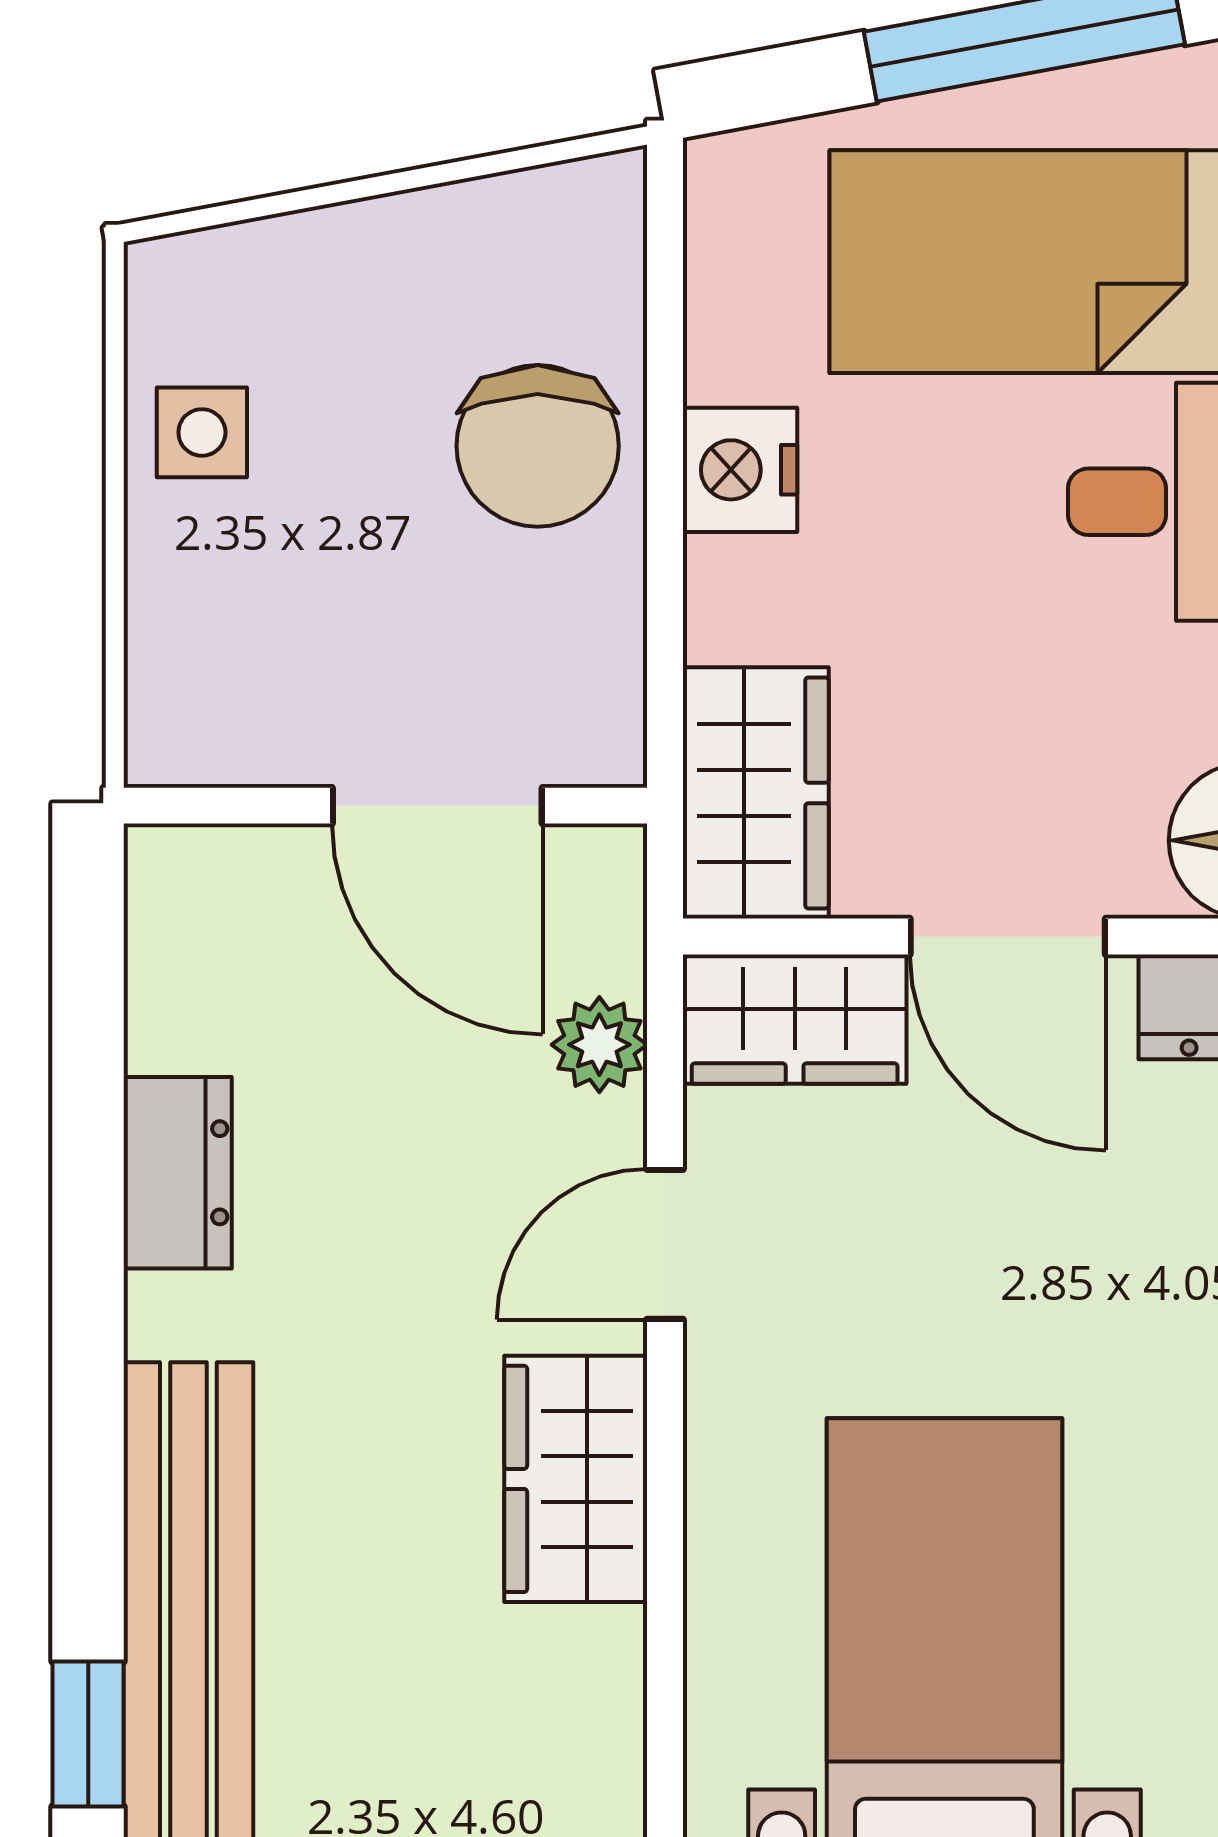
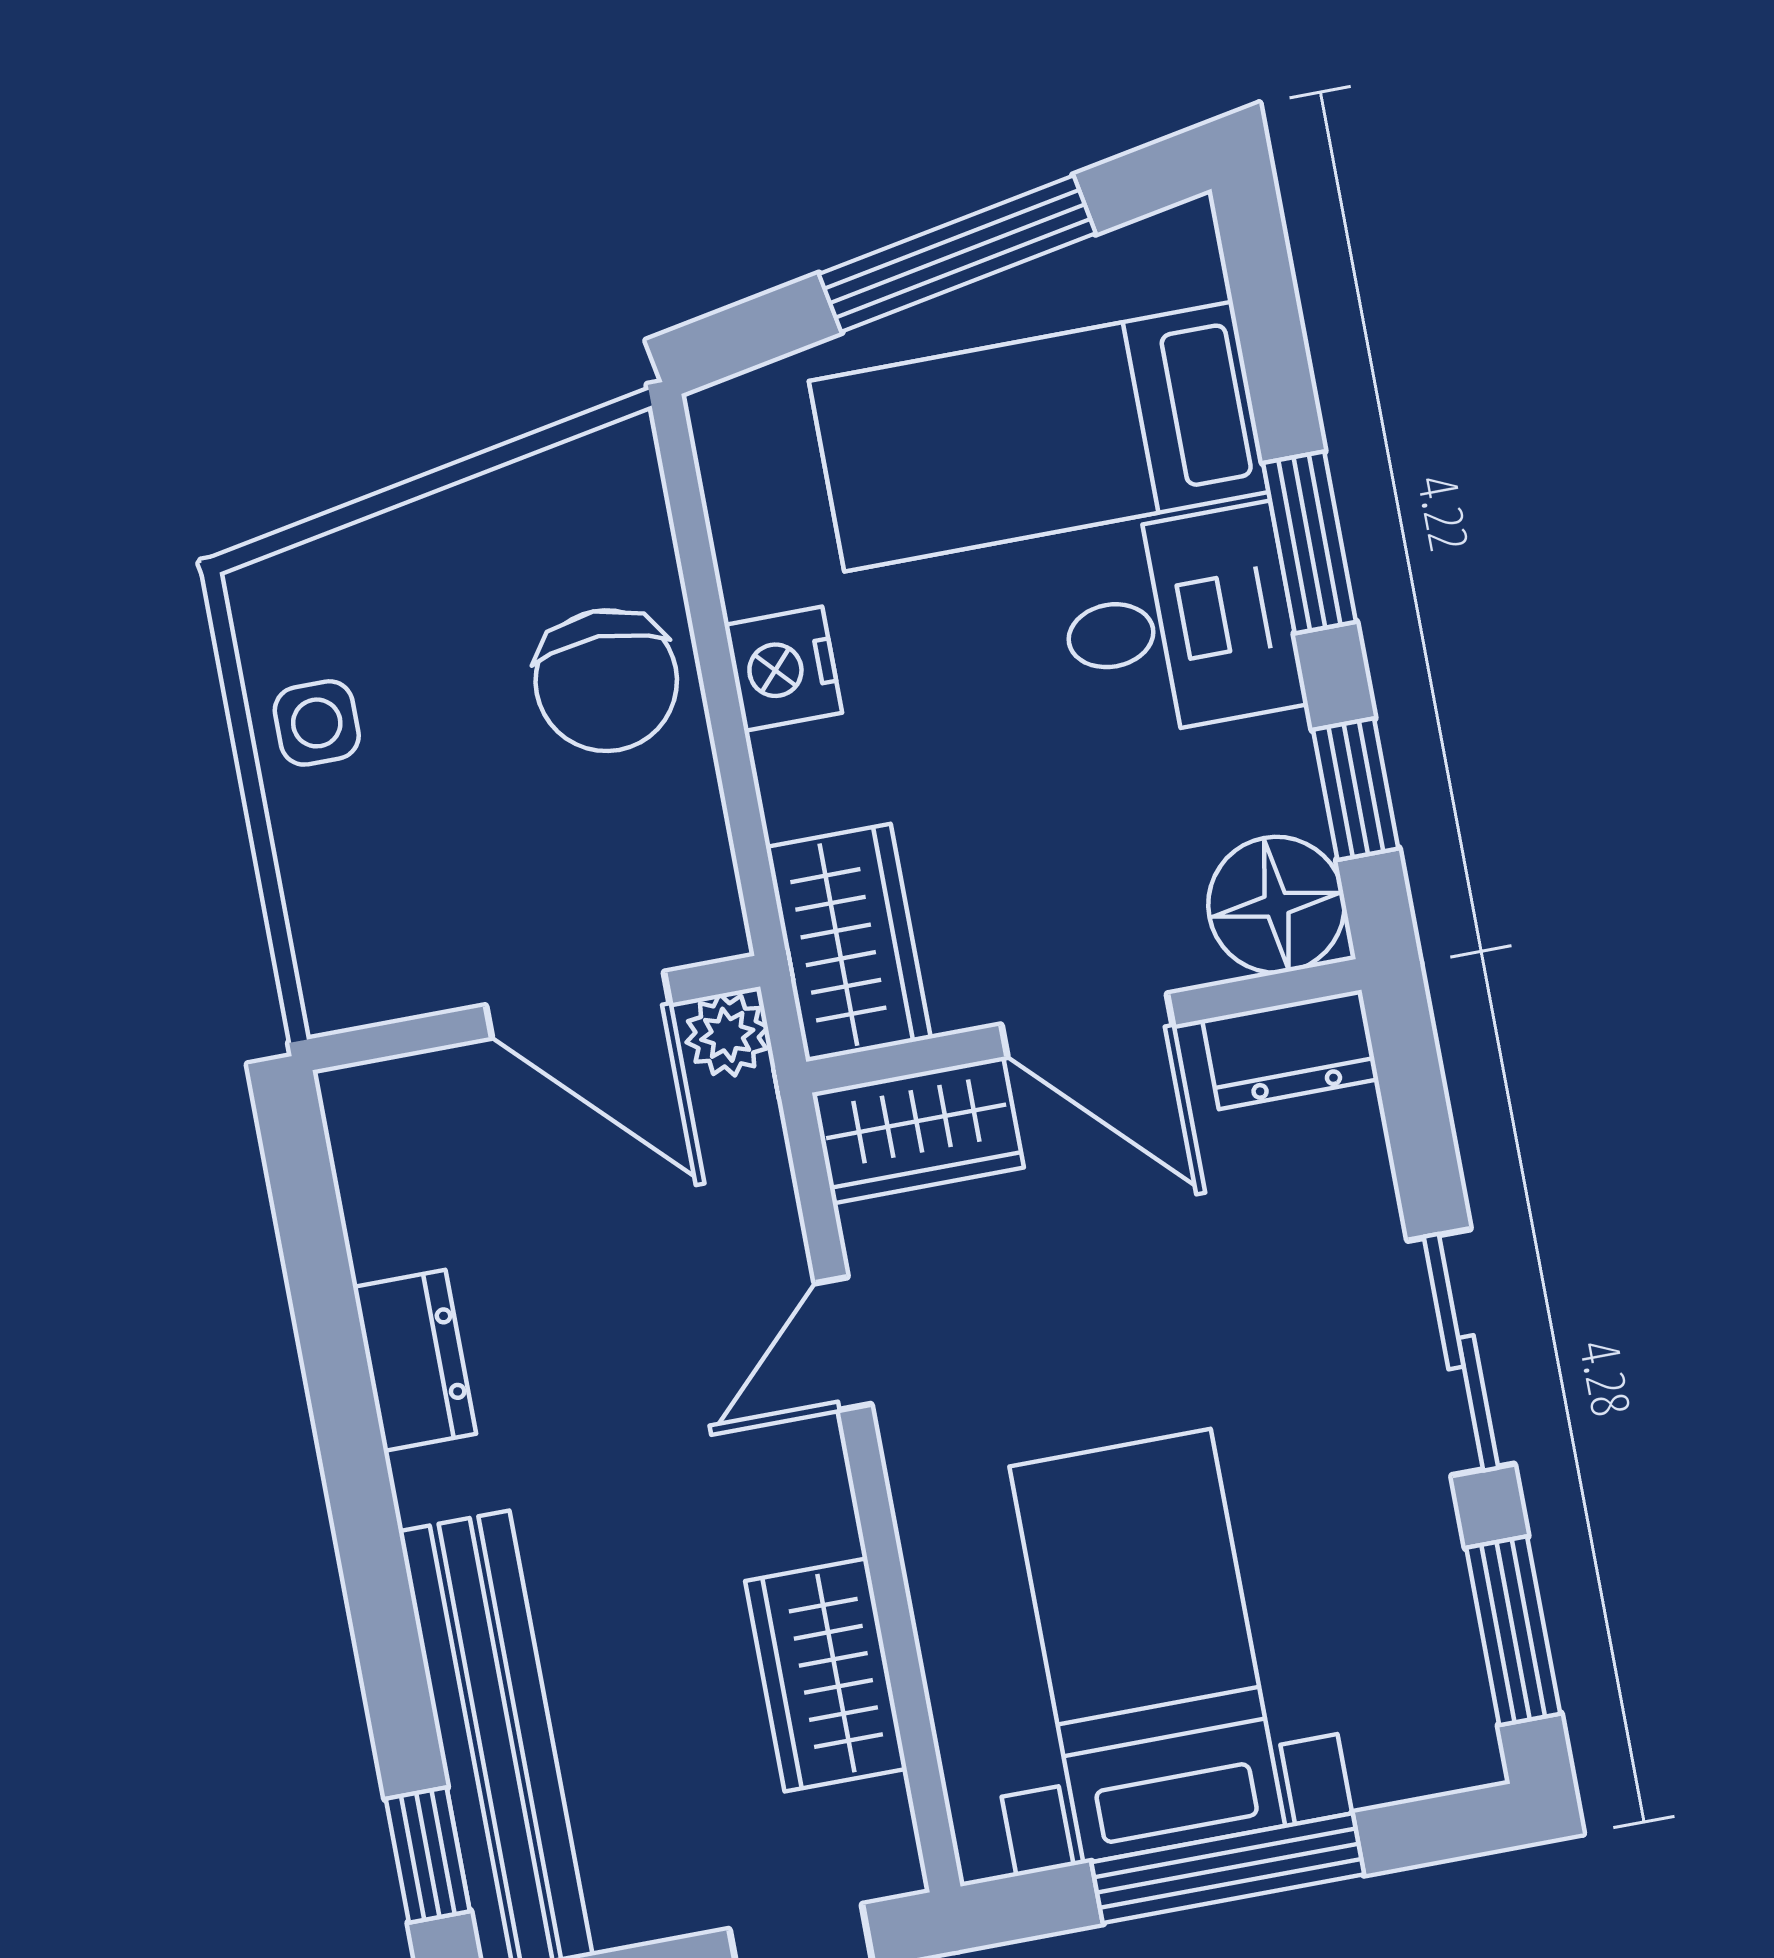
plant: (599, 1045) -> (727, 1035), moved
wardrobe: (576, 1479) -> (826, 1675), moved

